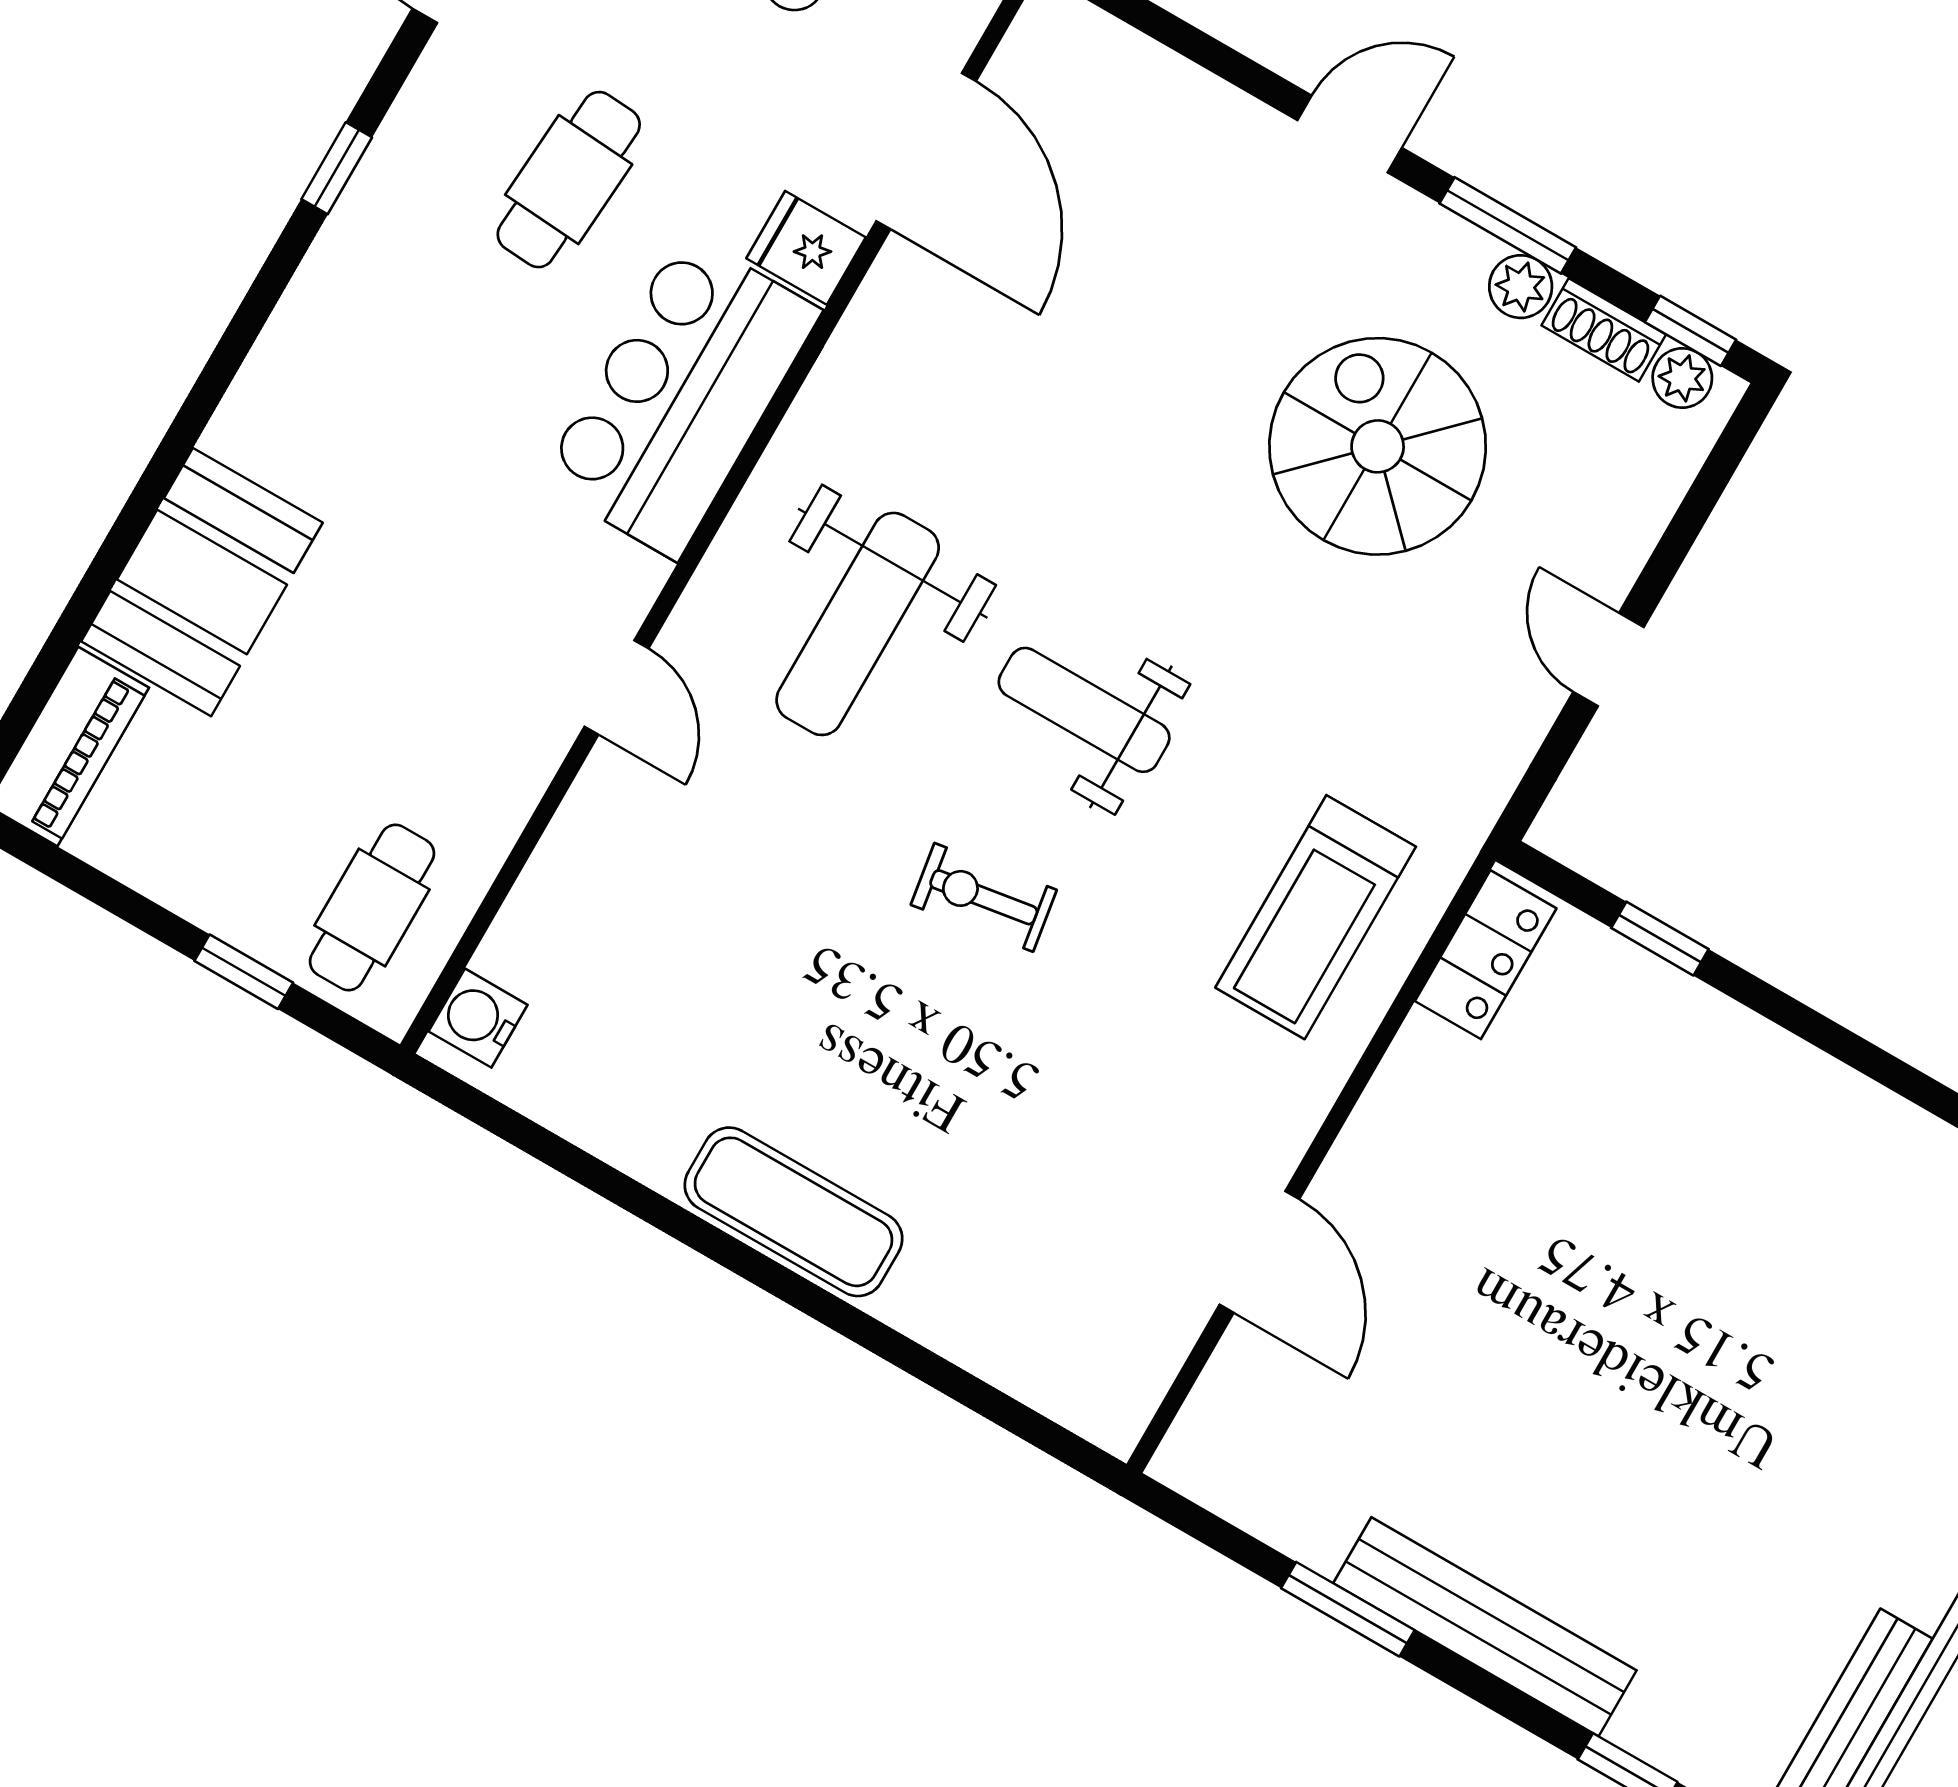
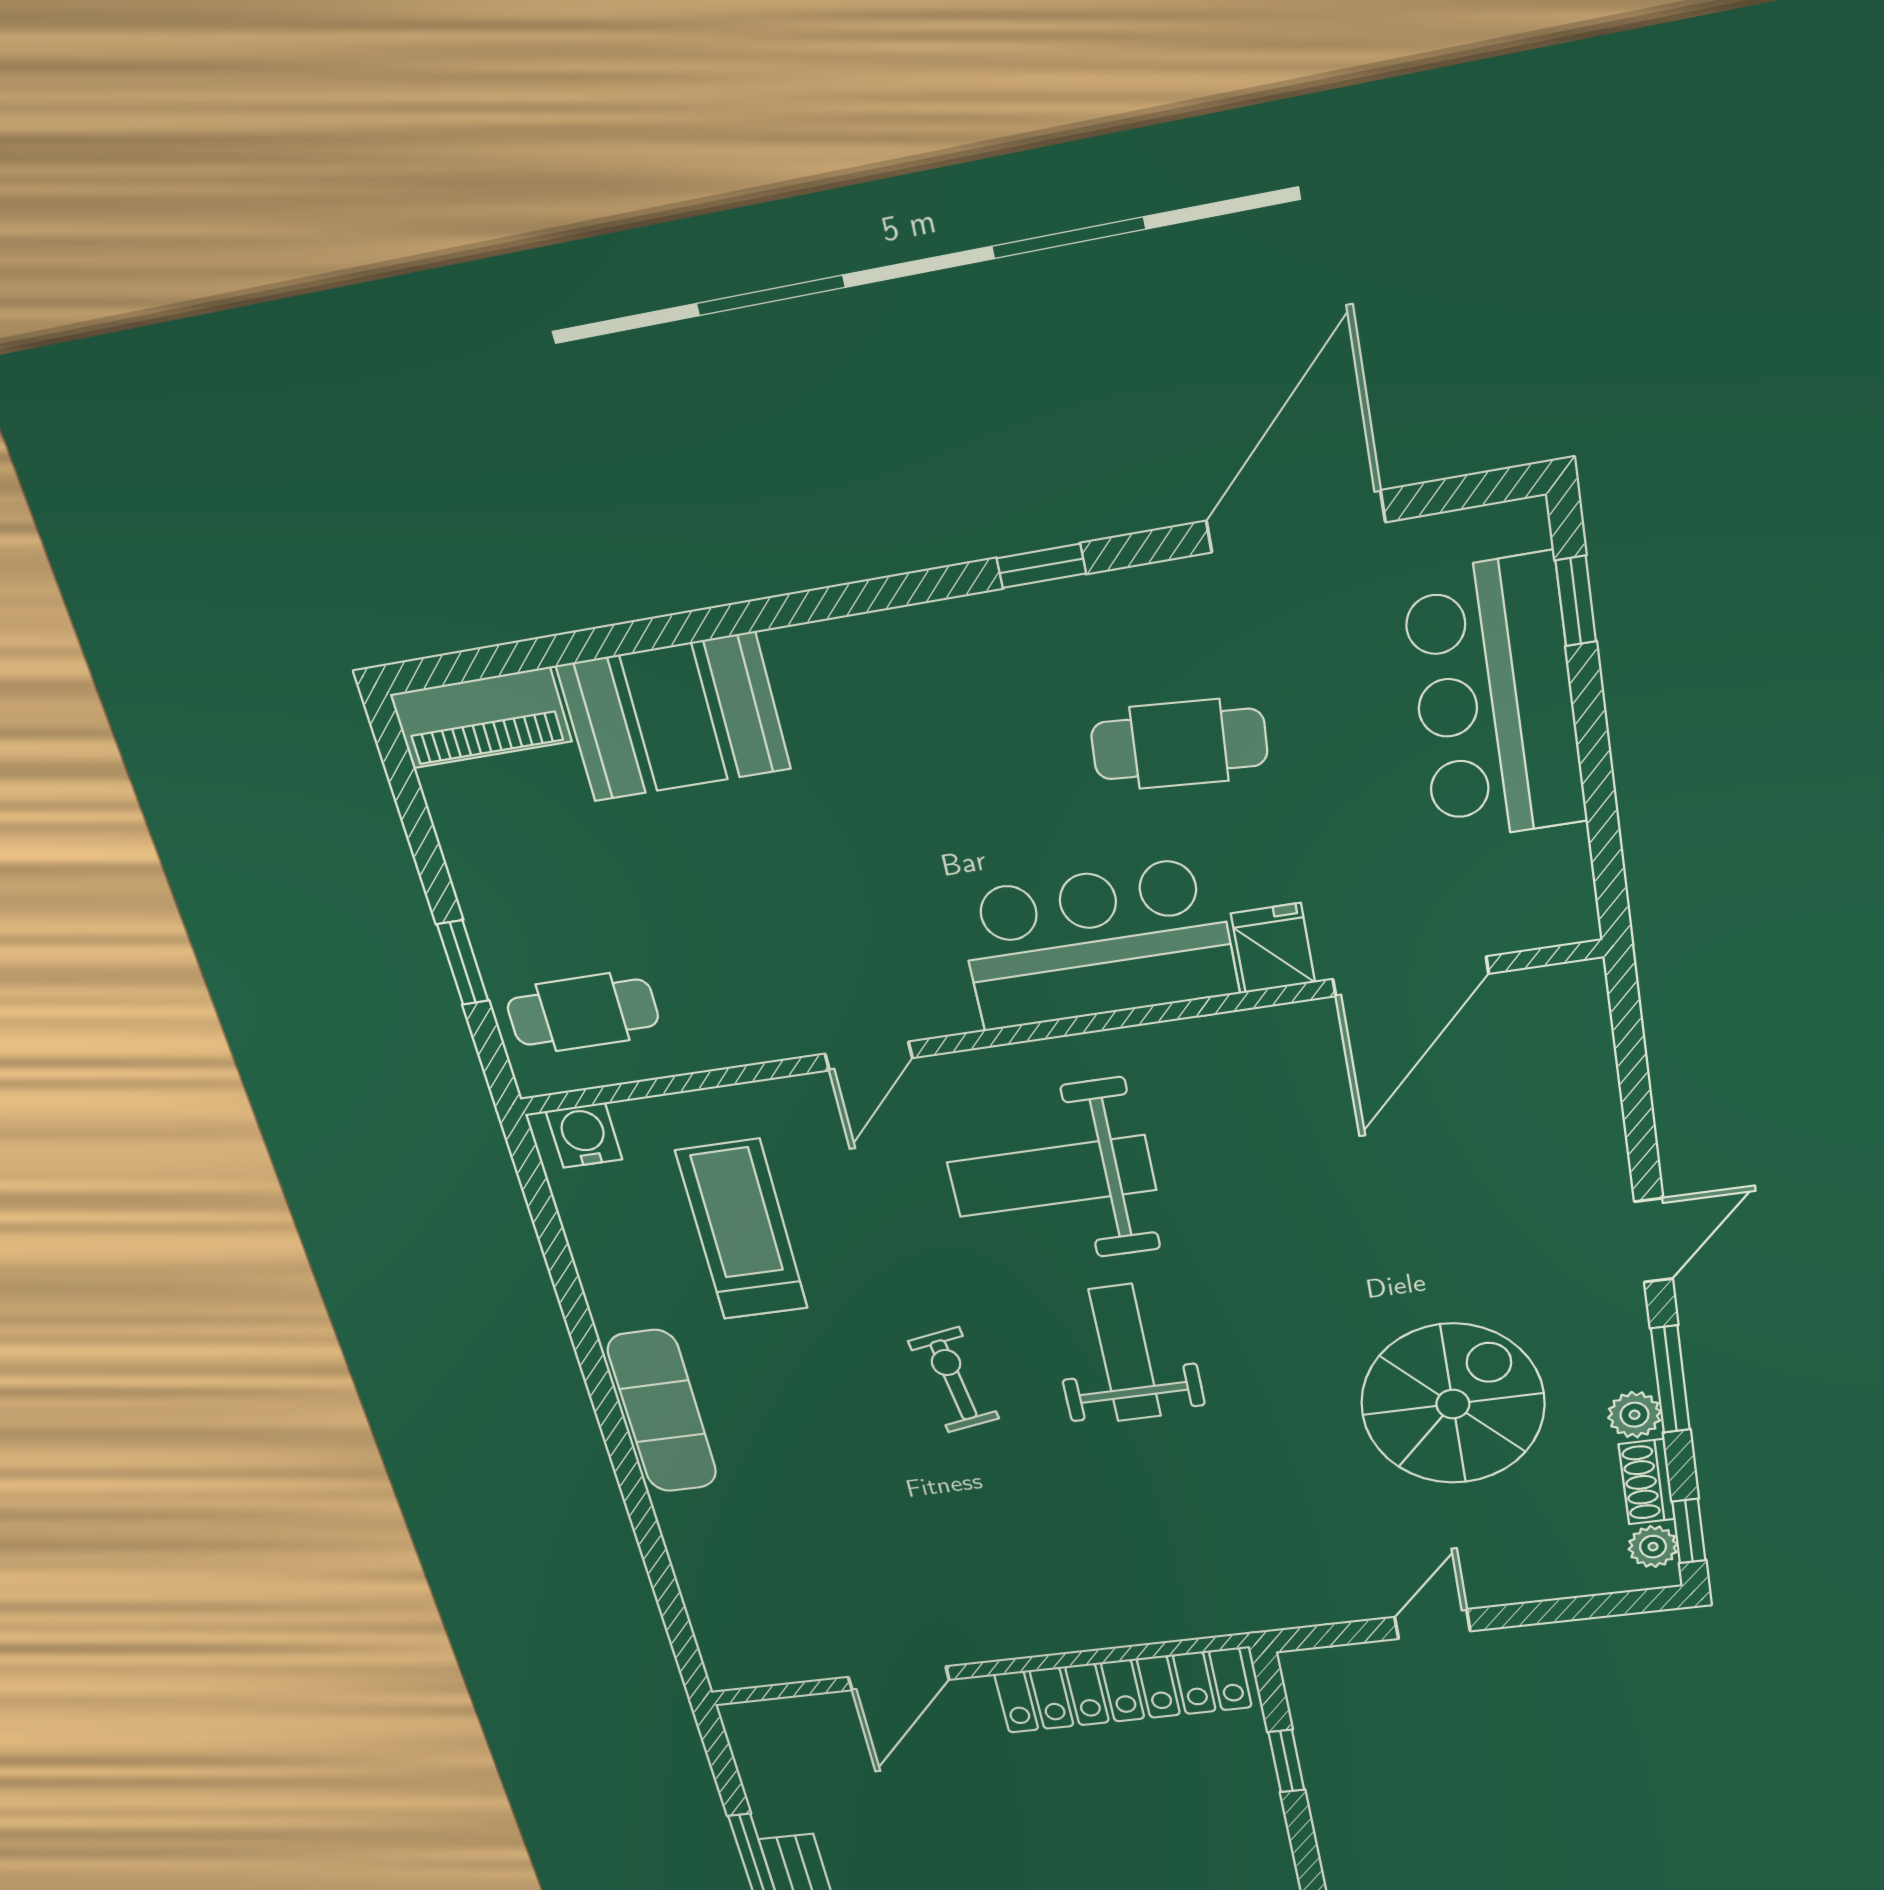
door: (1350, 134) -> (1654, 1240), hinge flipped
treadmill: (1316, 917) -> (742, 1230), moved, turned 90
locker: (1486, 955) -> (1123, 1691), width x2.16, depth x1.21

